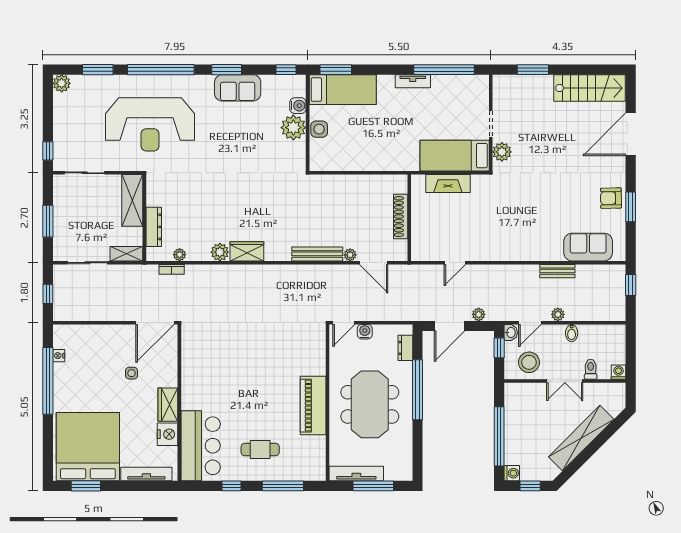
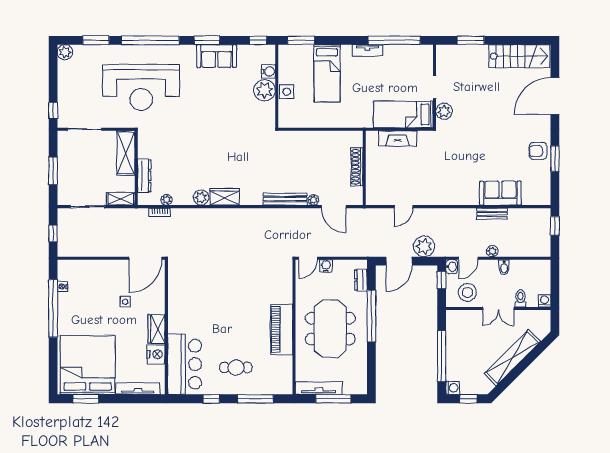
bed: (343, 90) -> (327, 73), moved, turned 90
sofa: (588, 247) -> (500, 193), moved
plant: (479, 314) -> (424, 246), width x1.88, depth x1.88

